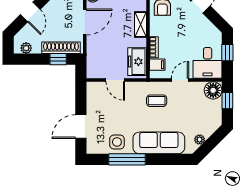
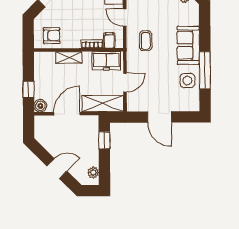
door: (85, 22) -> (67, 114), hinge flipped
shoe rack: (61, 48) -> (93, 137), removed
shelving: (95, 58) -> (103, 104), added
door: (81, 127) -> (159, 117), moved
sofa: (159, 143) -> (188, 45), width x0.73

